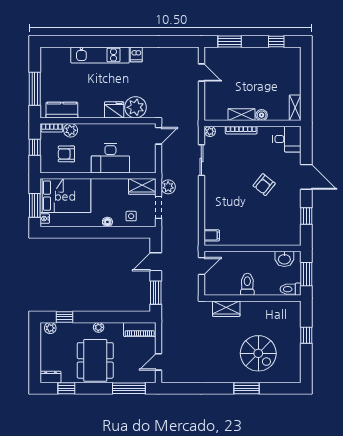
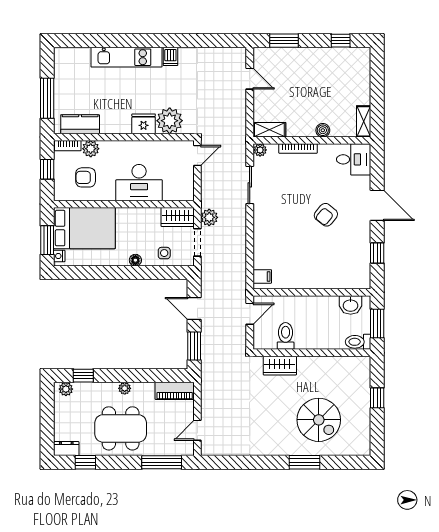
shelving: (241, 115) -> (269, 130), moved
door: (156, 262) -> (194, 308), hinge flipped
toilet: (247, 284) -> (286, 336), moved
dining table: (95, 360) -> (121, 428), turned 90

